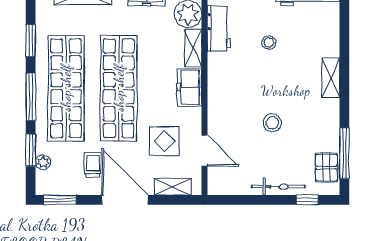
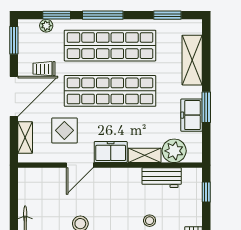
window: (31, 41) -> (167, 15), moved
door: (205, 151) -> (80, 165), moved
trolley: (93, 165) -> (44, 69), turned 180

